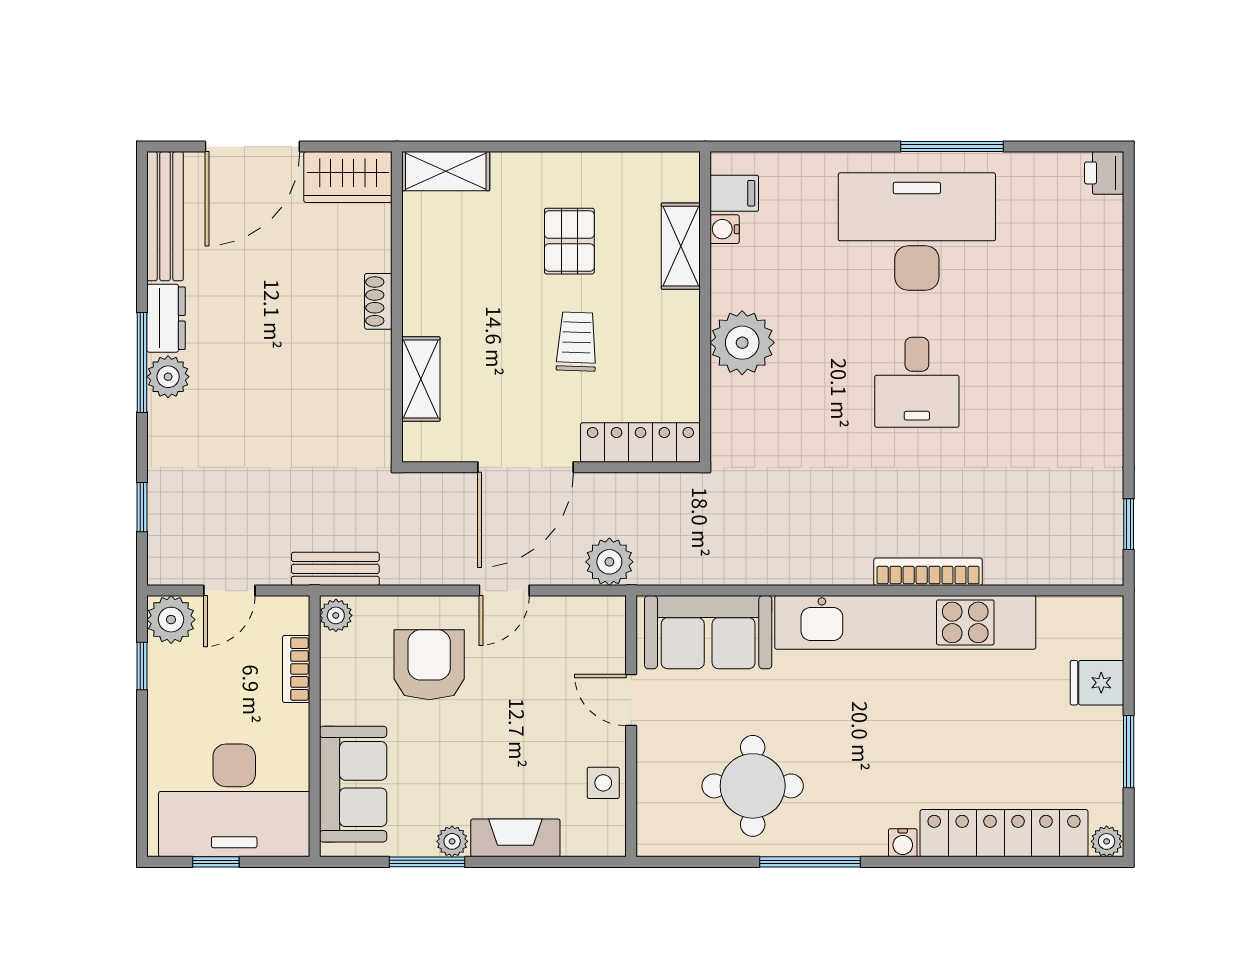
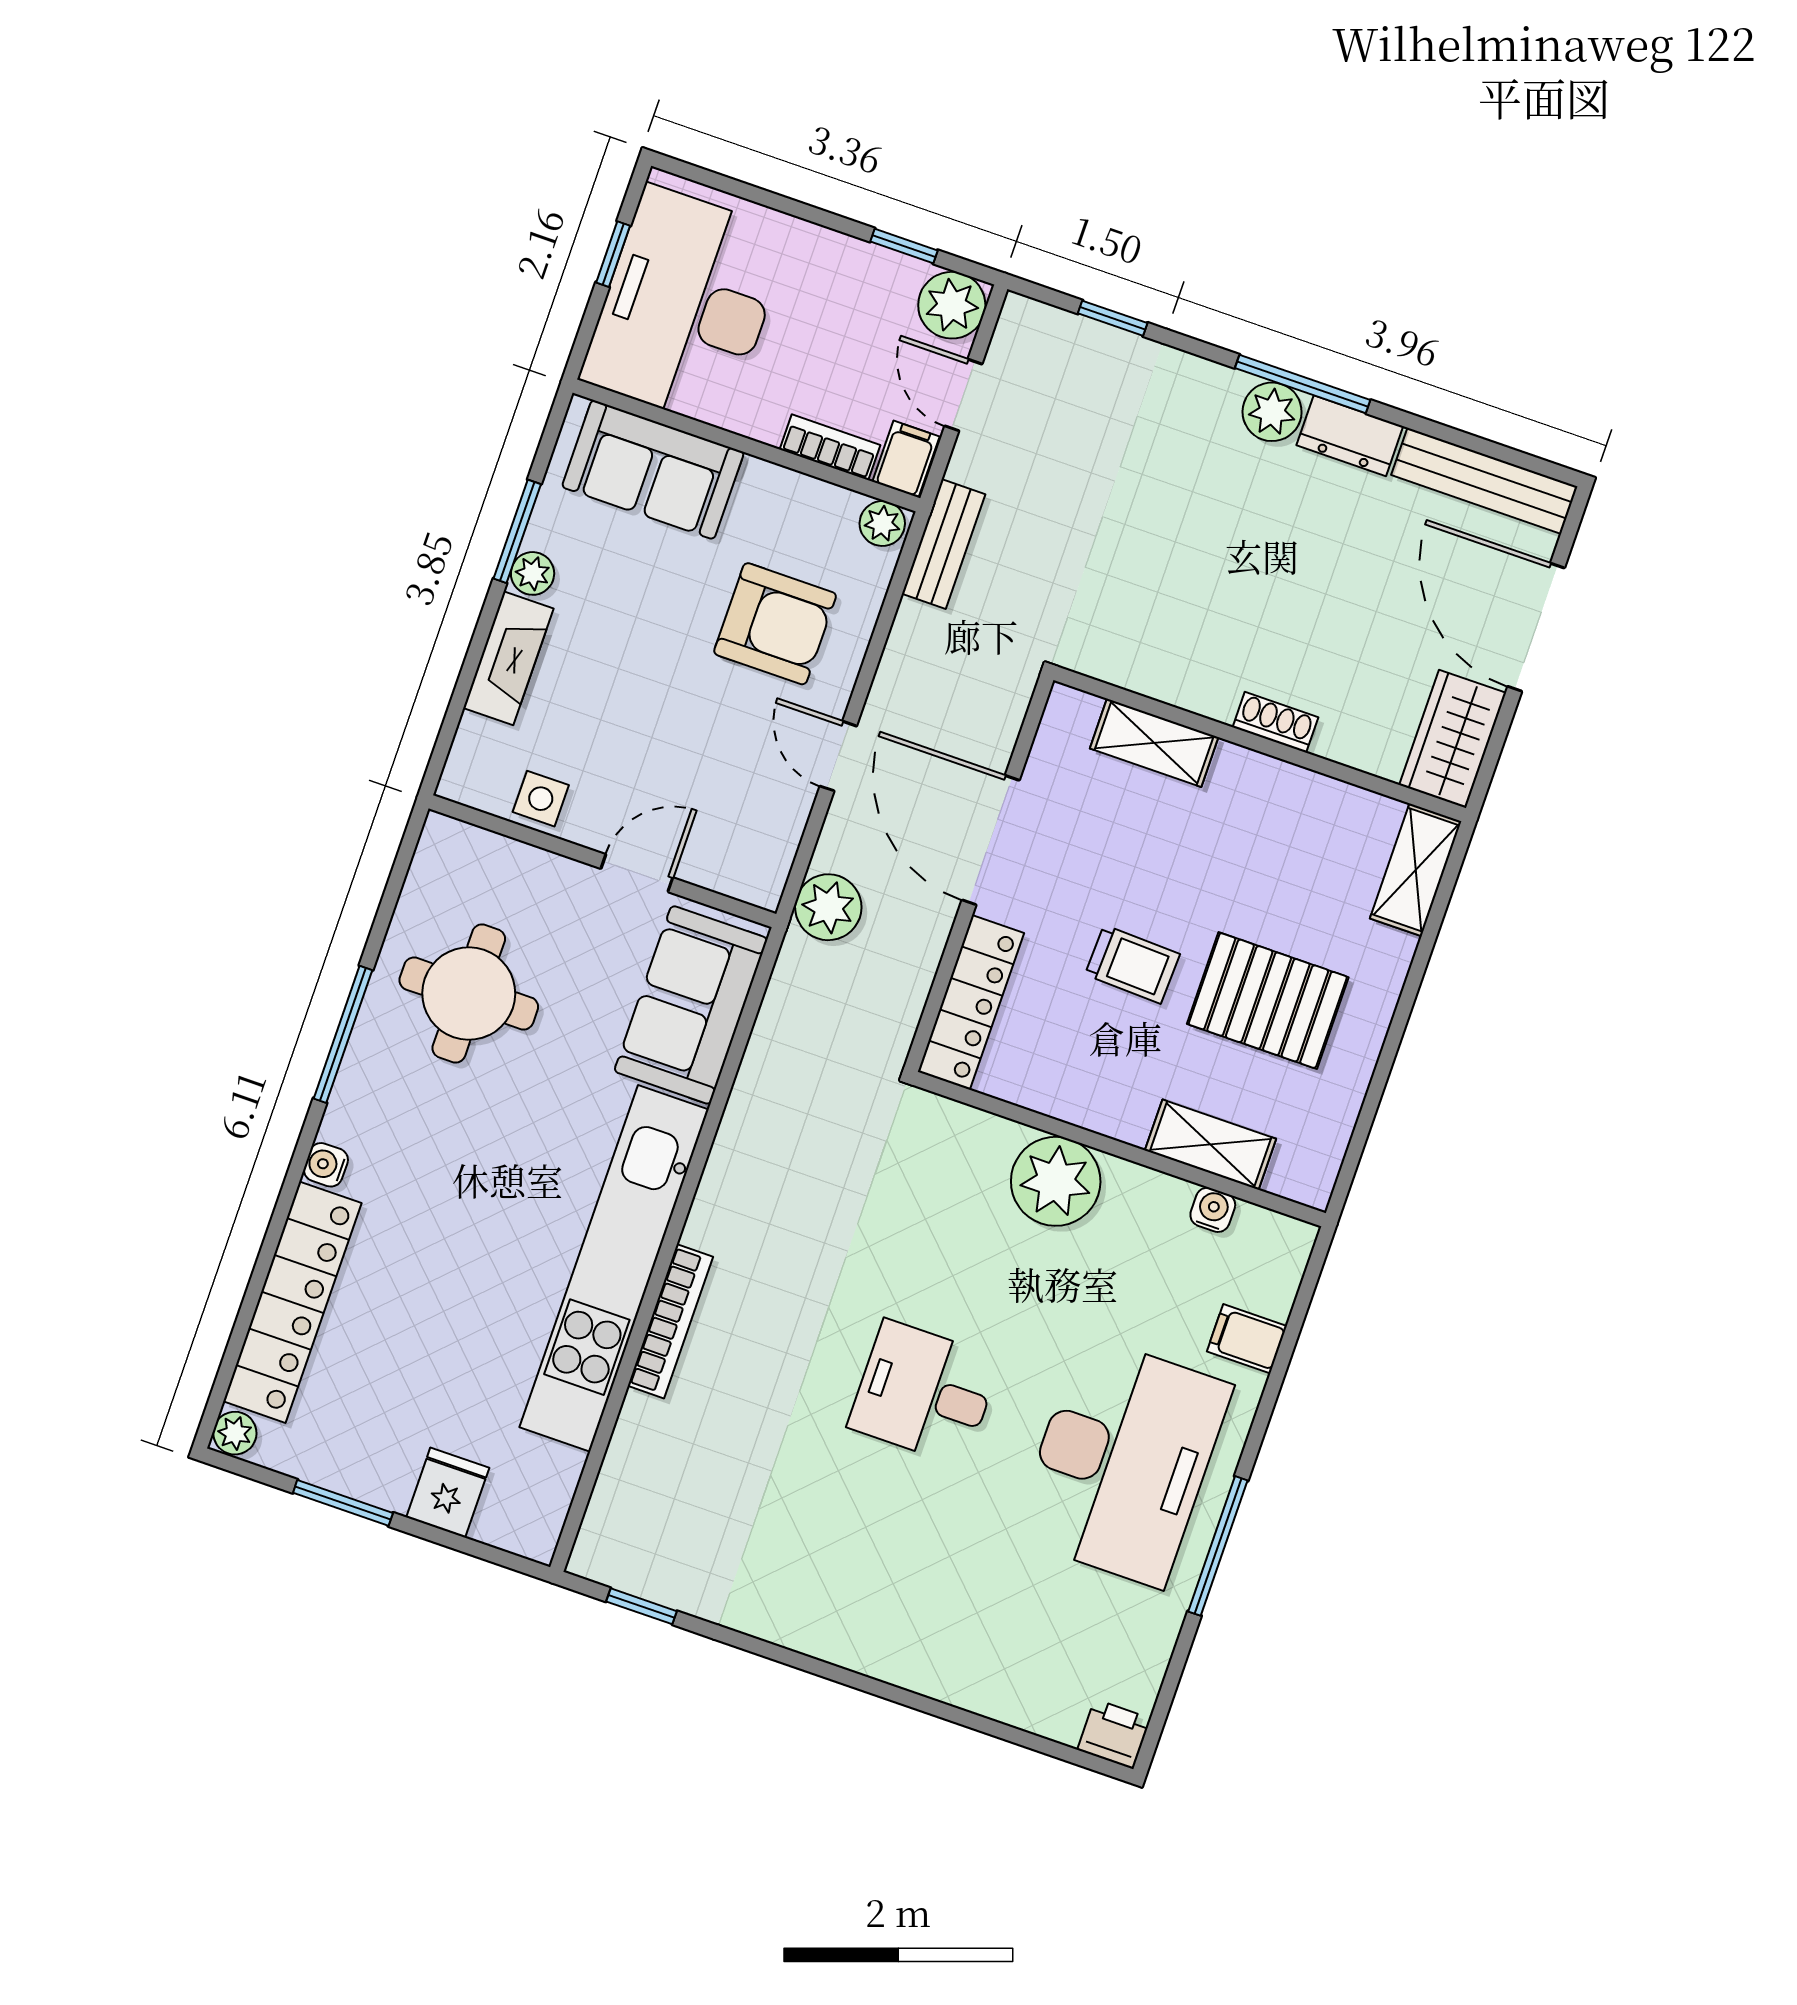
filing cabinet: (734, 193) -> (1247, 1339), moved, turned 90
pallet: (569, 241) -> (1268, 1001), width x1.50, depth x1.42
filing cabinet: (286, 614) -> (906, 459), added

